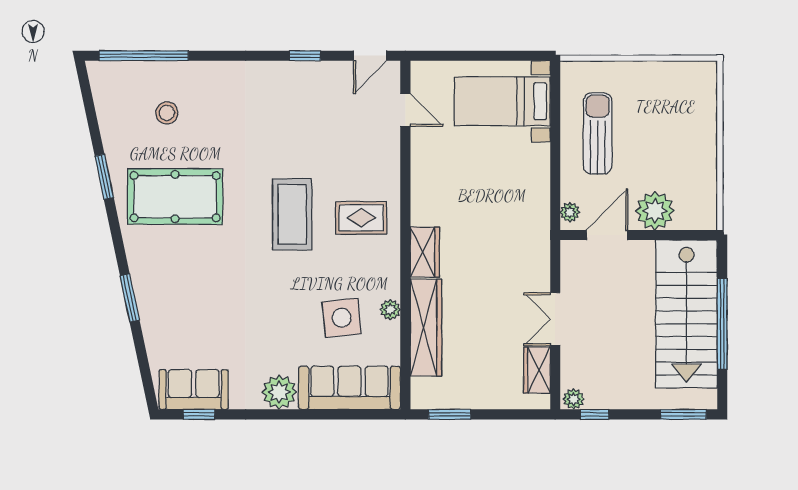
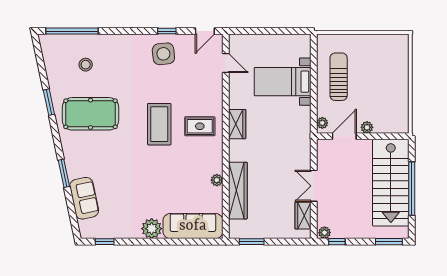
bed with nightstands: (502, 101) -> (283, 82), moved
plant: (655, 211) -> (367, 127), width x0.53, depth x0.53
wardrobe: (425, 252) -> (237, 124), moved
side table: (342, 318) -> (163, 54), moved
sofa: (194, 390) -> (84, 198), moved, turned 78

